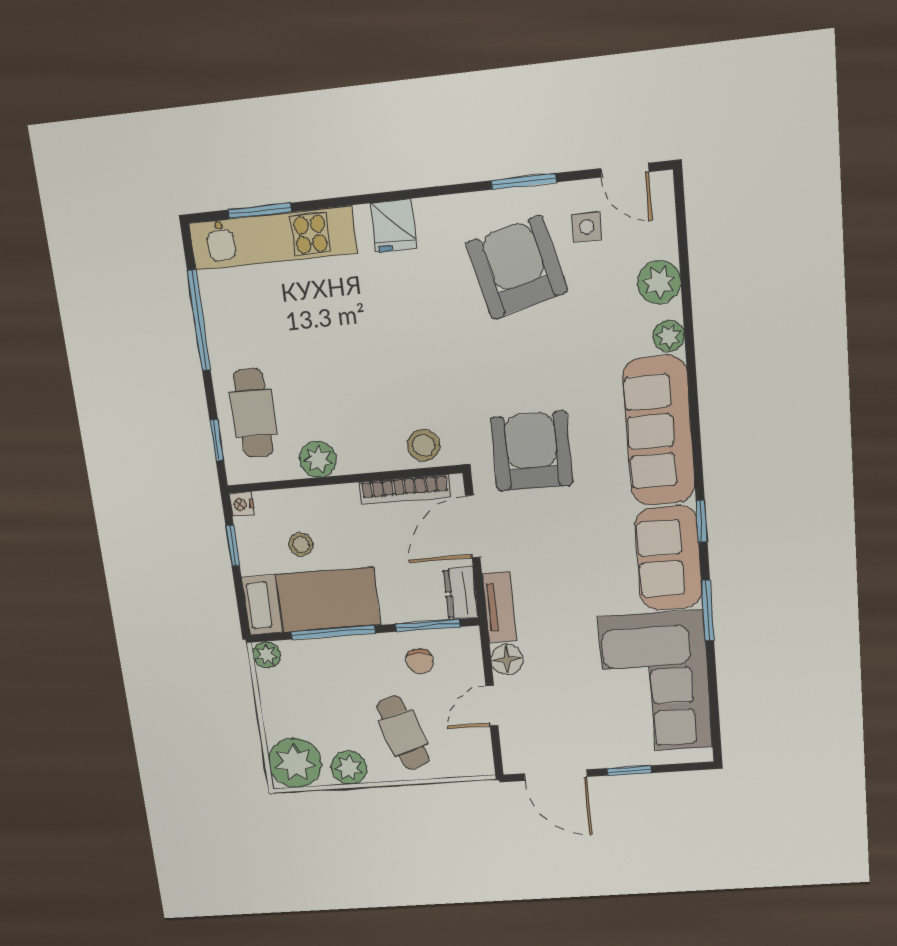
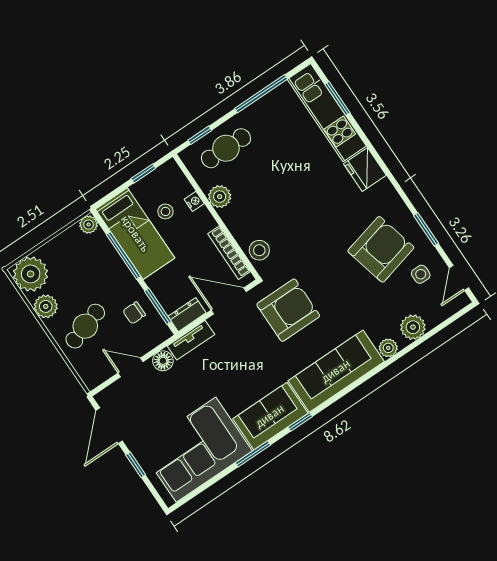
fridge: (393, 226) -> (365, 170), width x1.38
nightstand: (242, 504) -> (194, 201), moved, turned 90

